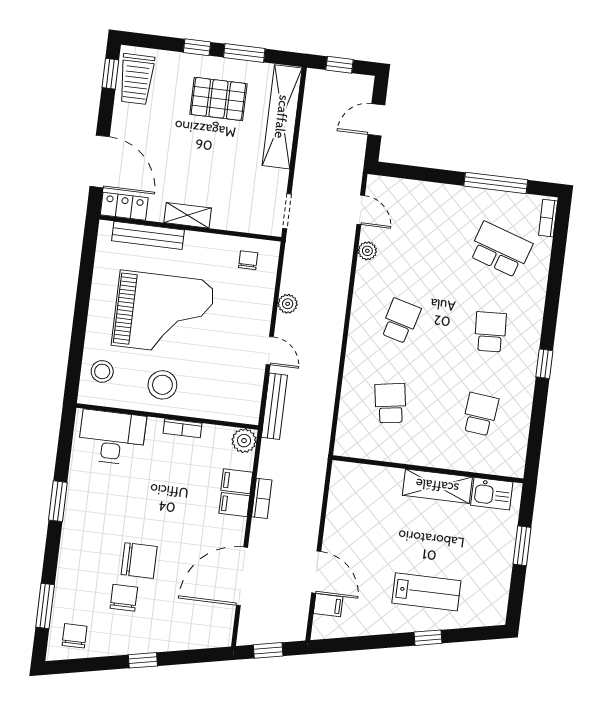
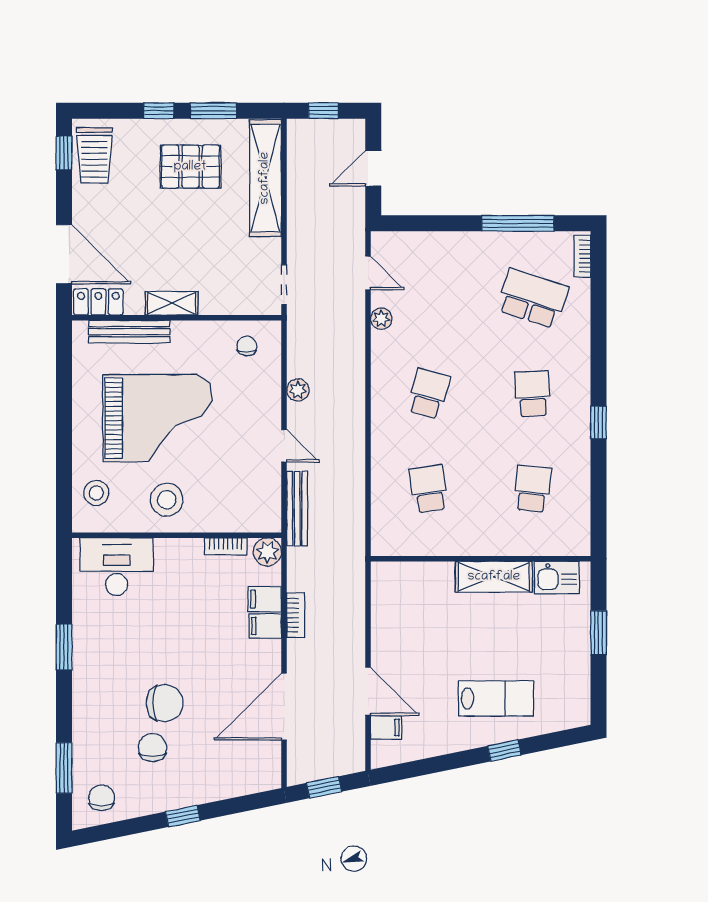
bookcase: (182, 428) -> (226, 546), moved

